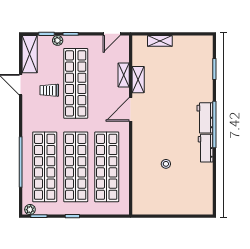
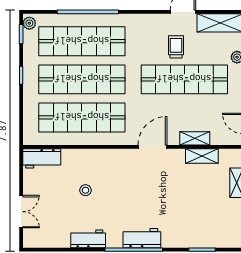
shelving: (138, 80) -> (202, 156), moved
door: (131, 109) -> (152, 147), hinge flipped
workbench: (206, 148) -> (88, 239), moved
workbench: (140, 199) -> (42, 158), added
double door: (183, 216) -> (21, 212), added

